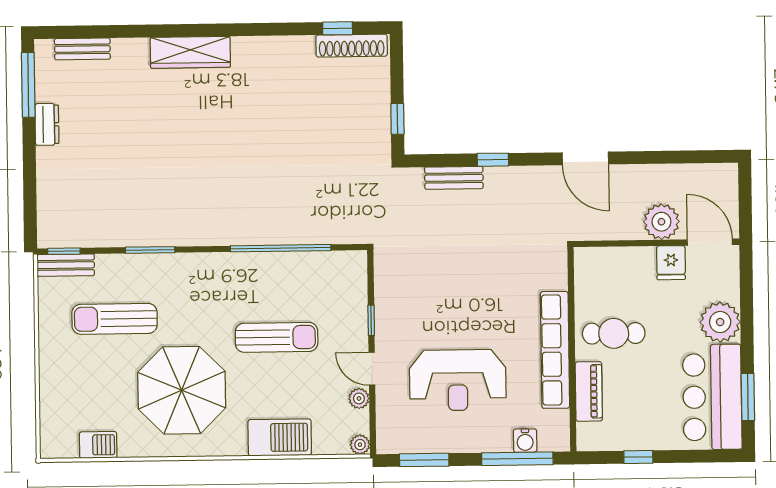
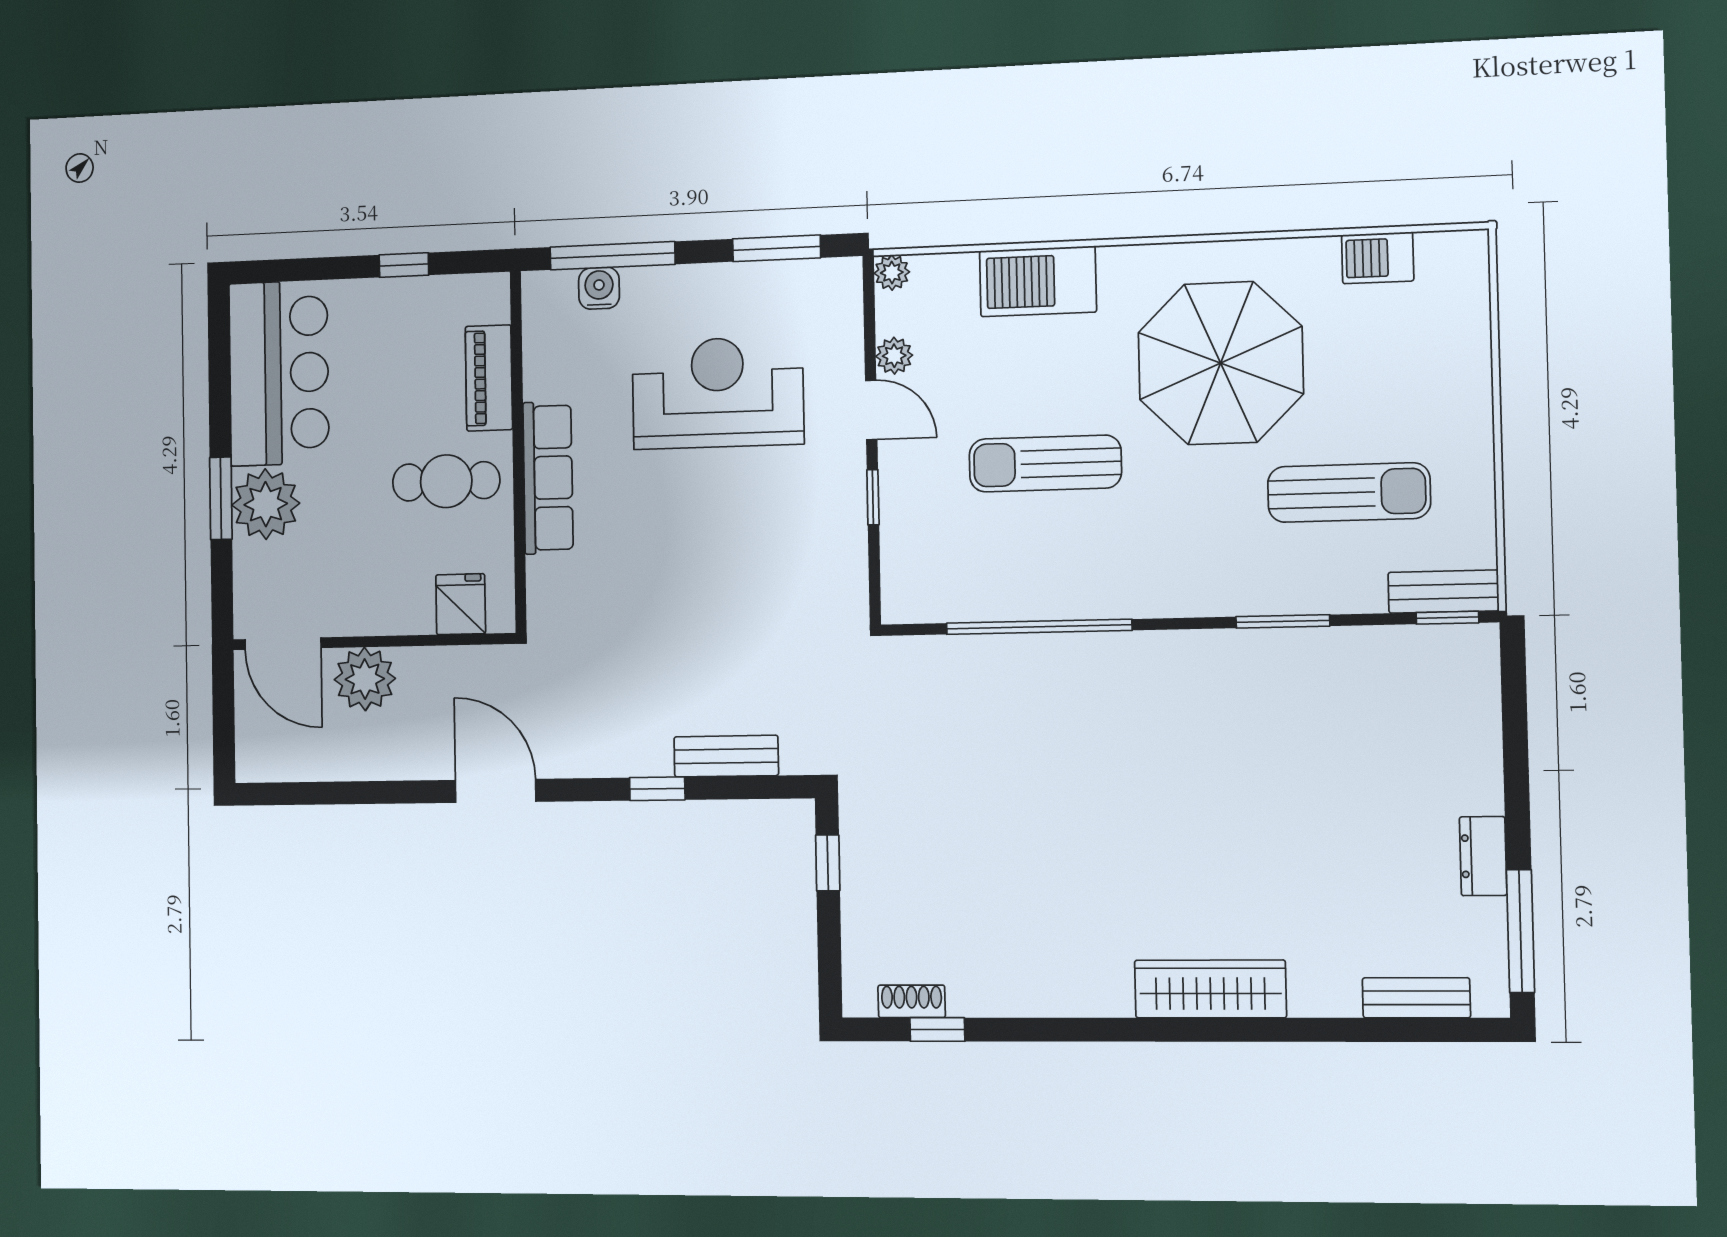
shoe rack: (352, 46) -> (912, 1001), width x0.51, depth x0.81
fridge: (671, 263) -> (461, 604), moved
row of seats: (555, 350) -> (548, 478), width x0.73
window: (748, 397) -> (221, 498), moved

